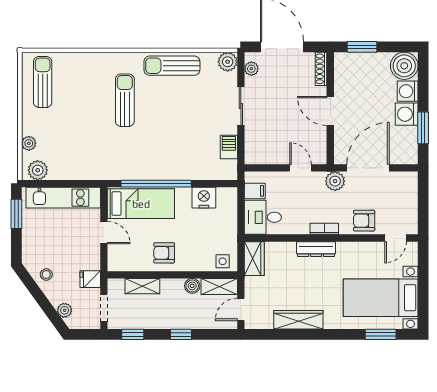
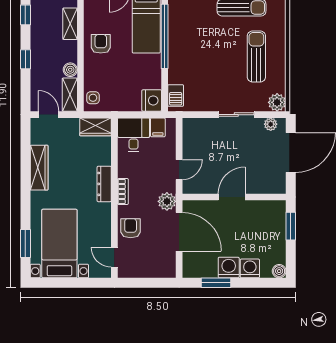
sun lounger: (172, 66) -> (256, 56), moved
boiler: (404, 66) -> (279, 271), width x0.54, depth x0.54
shoe rack: (321, 69) -> (270, 189), removed
barbecue: (229, 147) -> (176, 95), moved, turned 90
nightstand: (204, 198) -> (152, 100), moved

